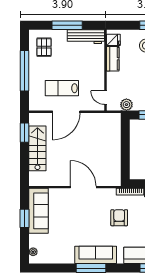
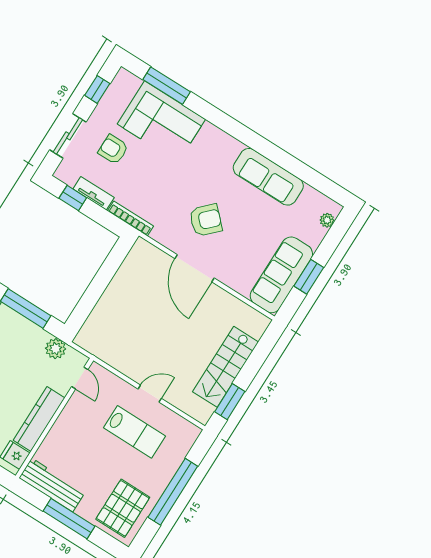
pallet: (44, 47) -> (123, 508), width x1.50, depth x1.42
kitchen counter: (113, 59) -> (39, 419), width x1.50
door: (66, 112) -> (150, 394), width x0.53
armchair: (119, 218) -> (206, 220), moved, turned -135
sofa: (96, 255) -> (268, 177), moved
window: (91, 268) -> (258, 143), removed

